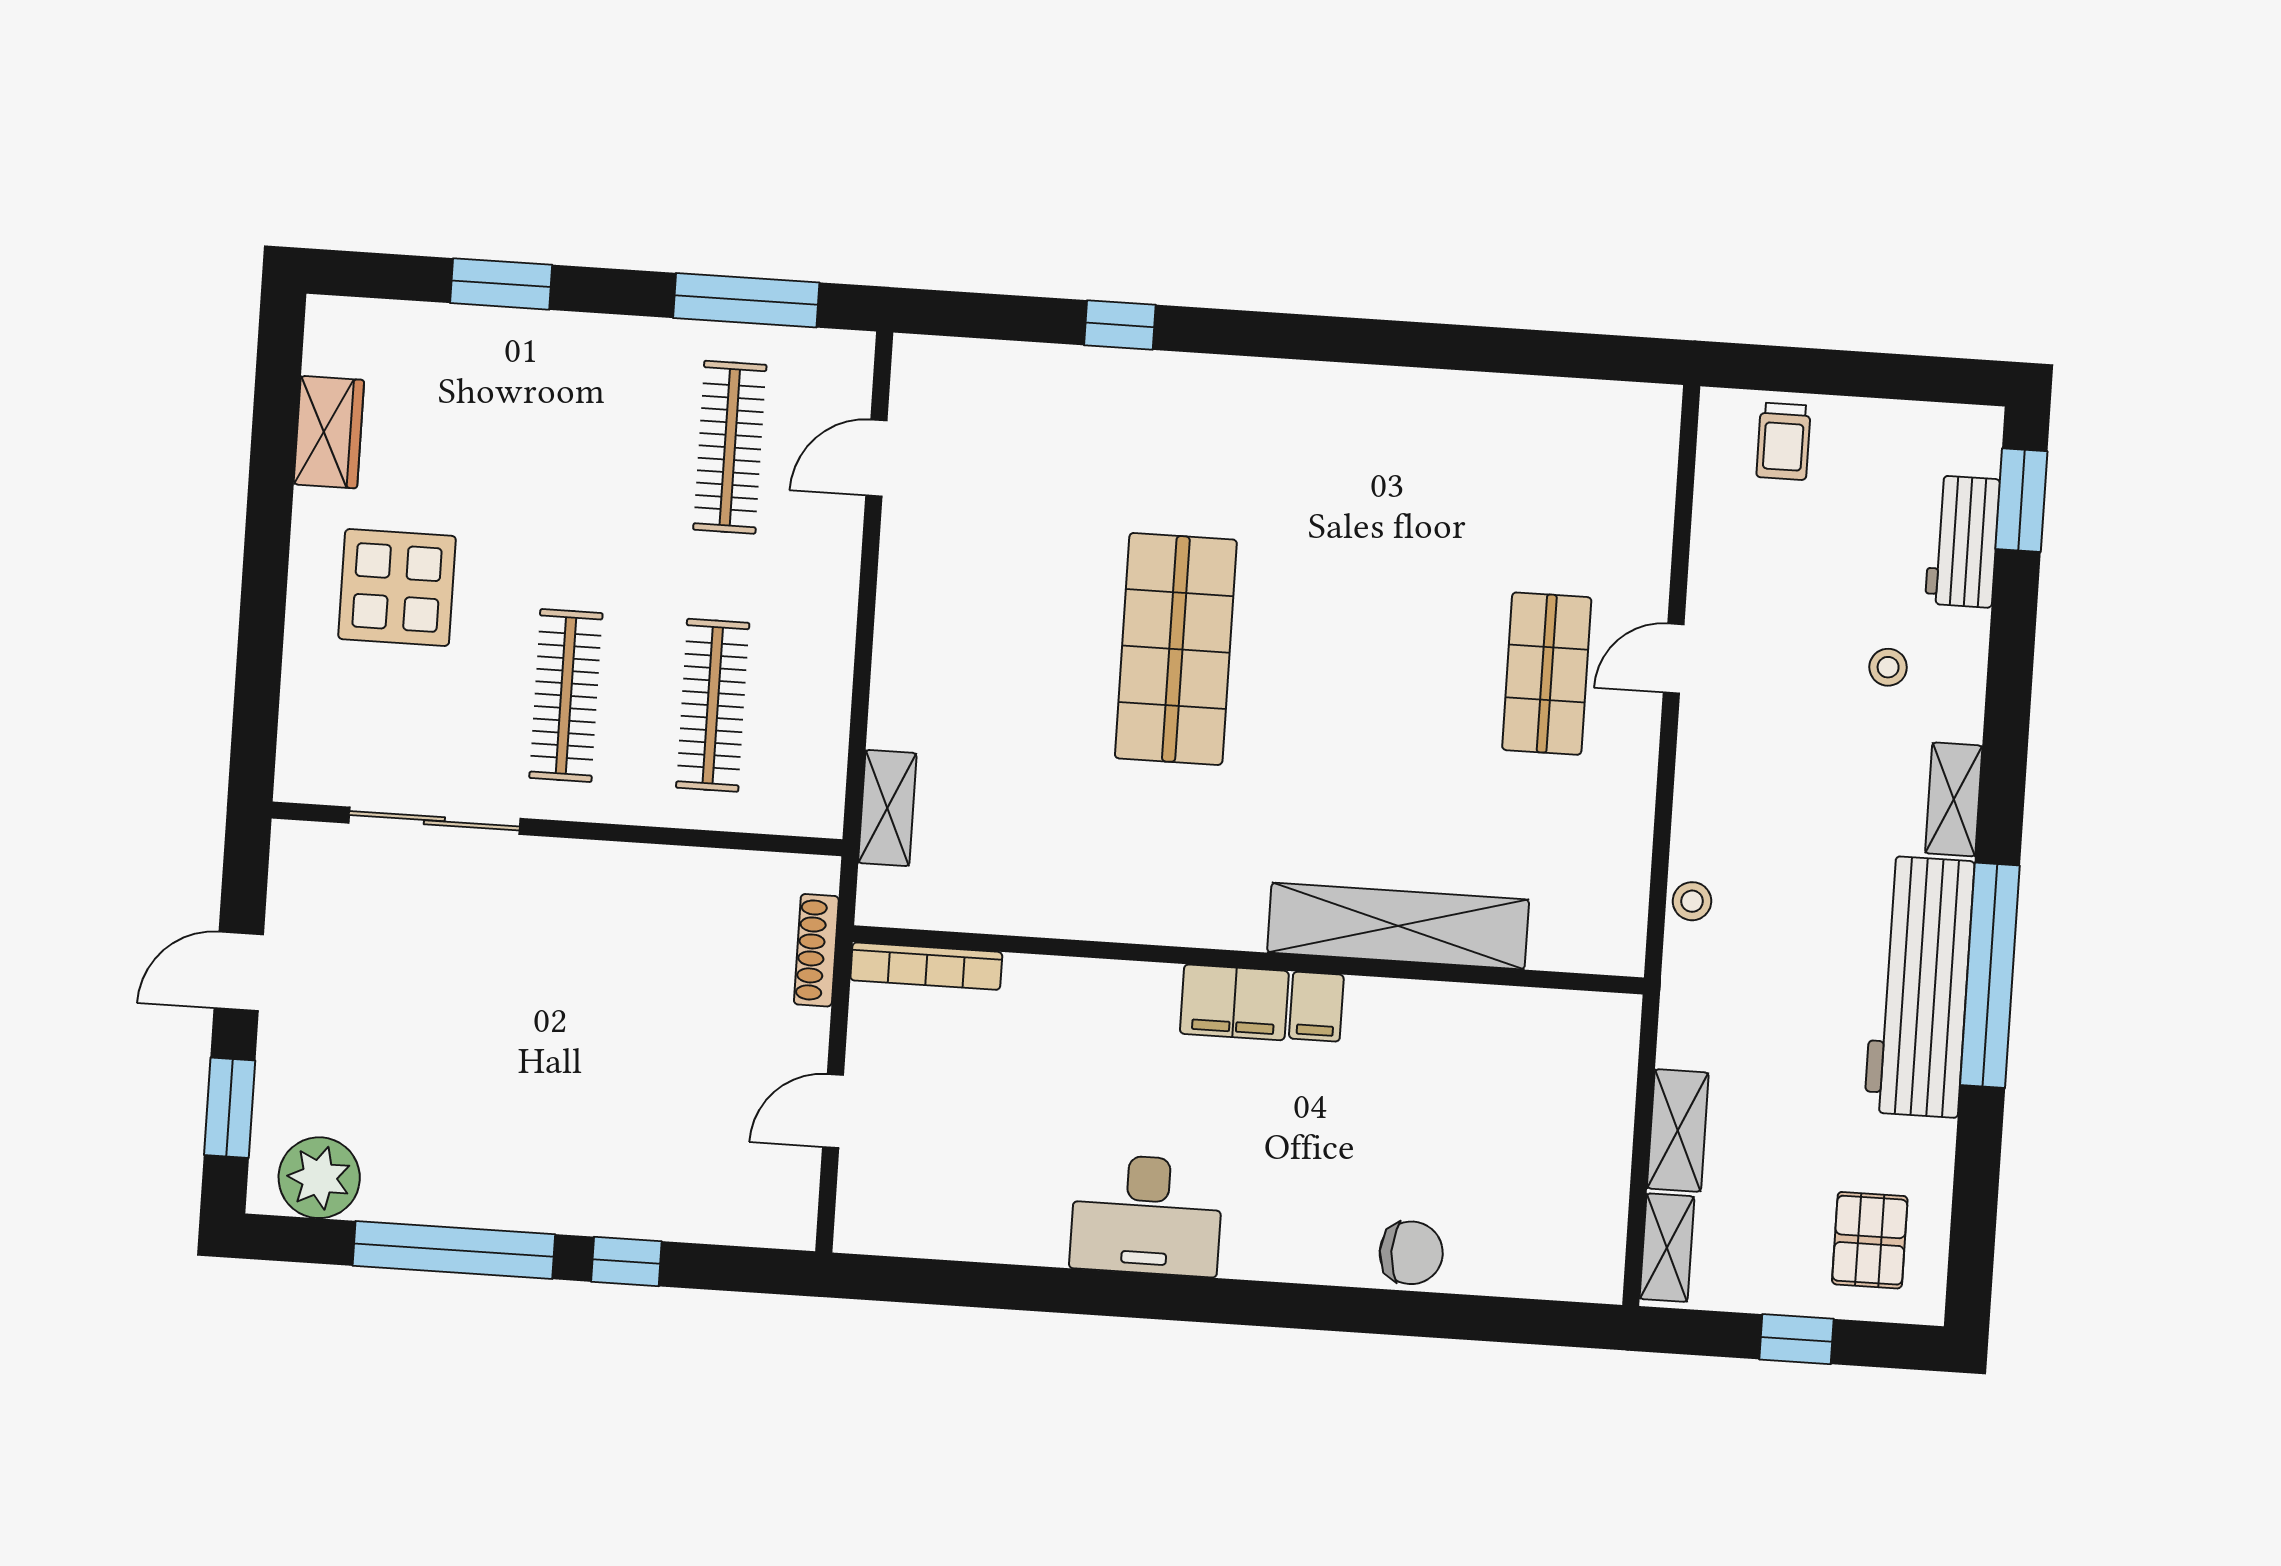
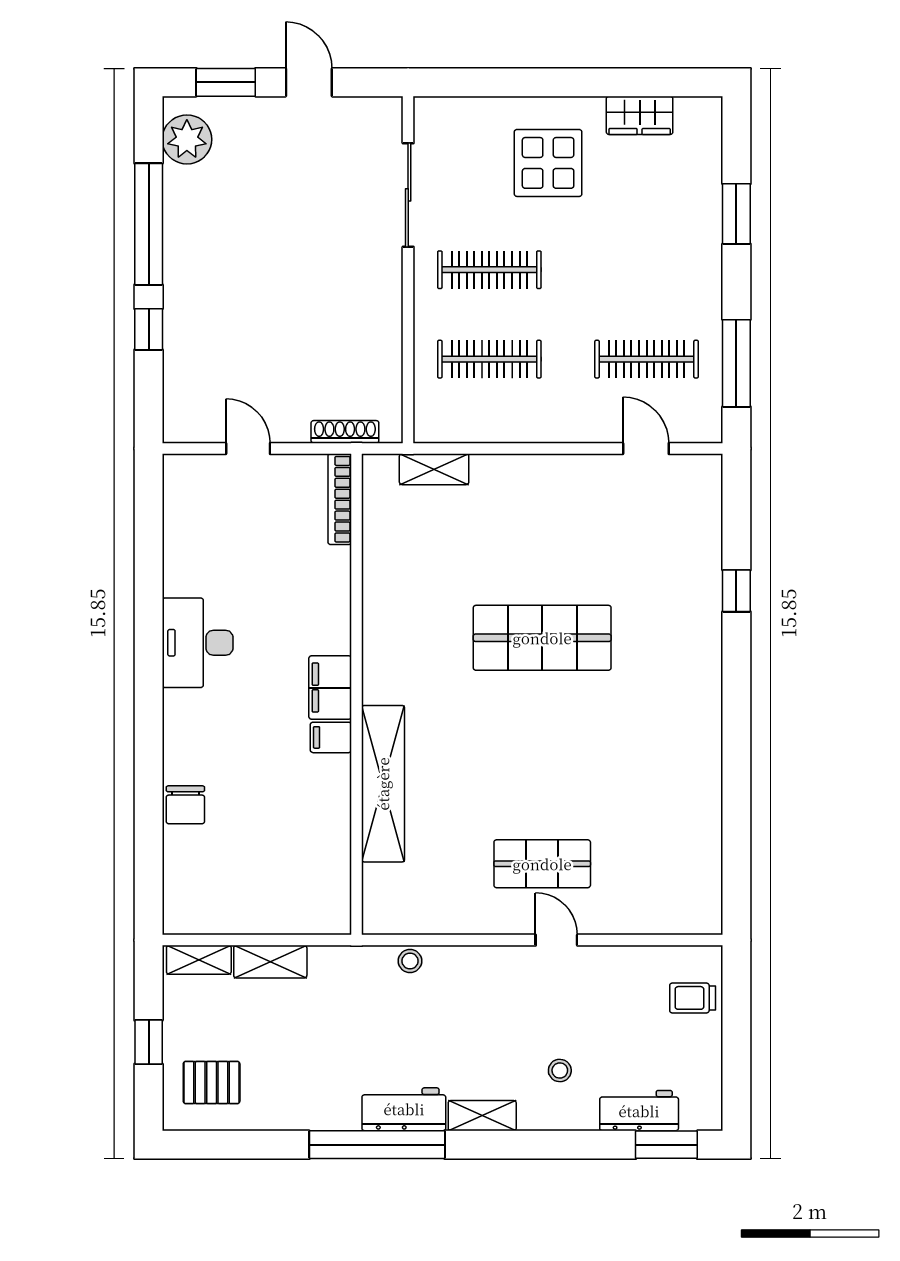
workbench: (1919, 987) -> (404, 1109), width x0.53, depth x0.76

